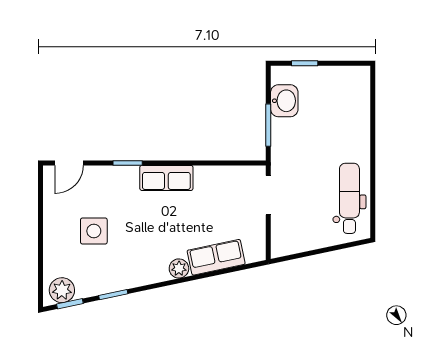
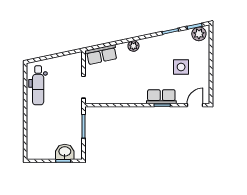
washbasin: (284, 101) -> (65, 152), moved, turned 90
row of seats: (166, 178) -> (161, 97), moved
row of seats: (216, 257) -> (101, 55), moved

